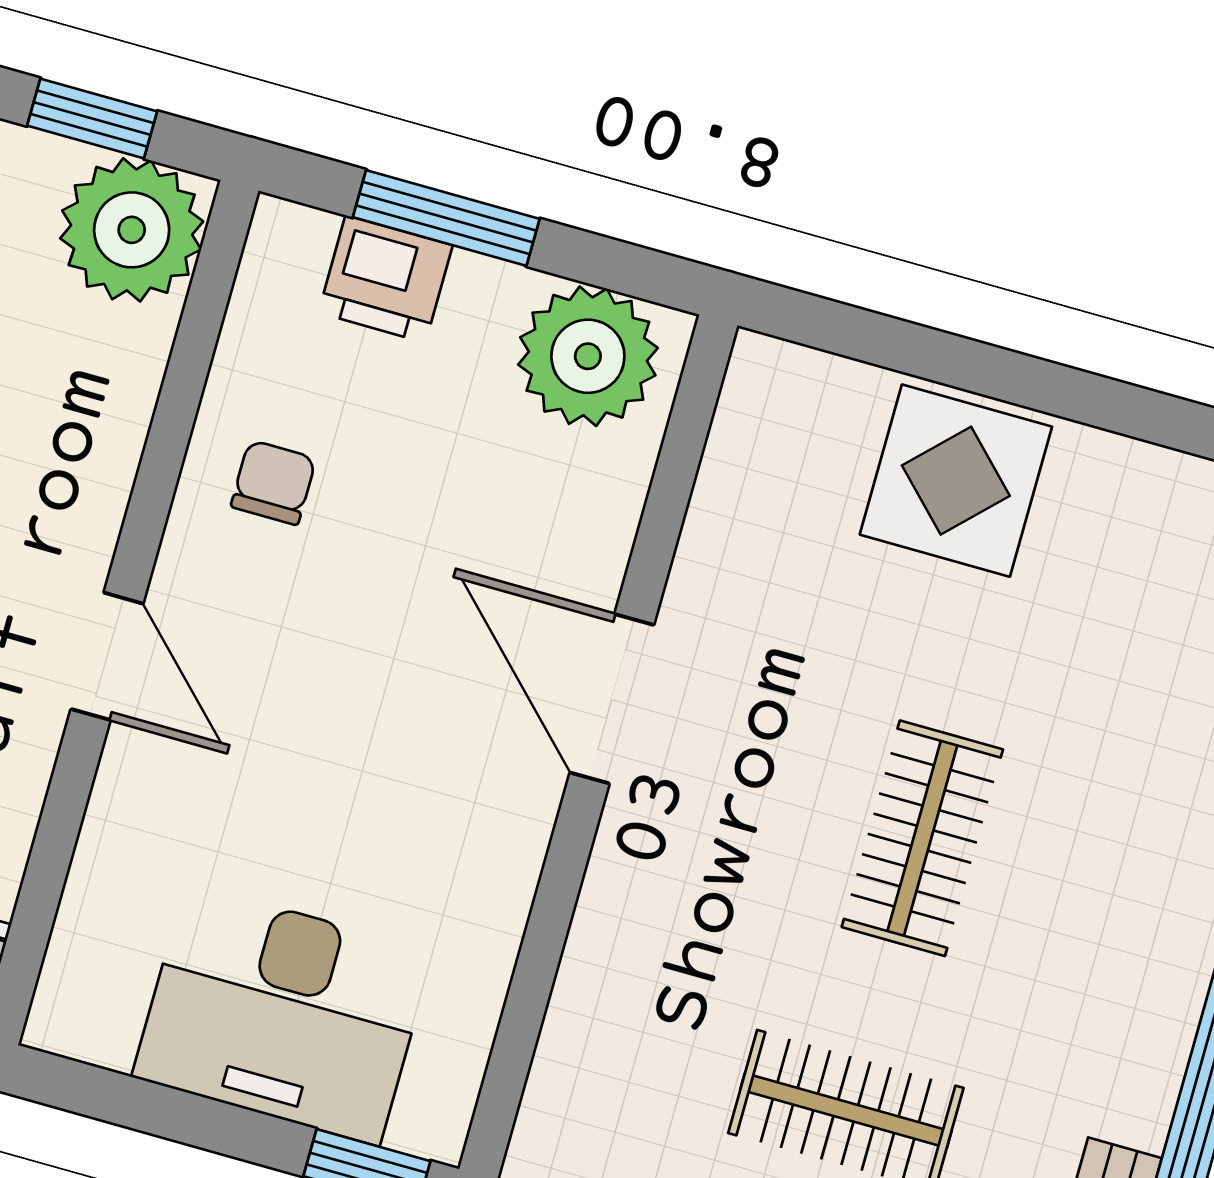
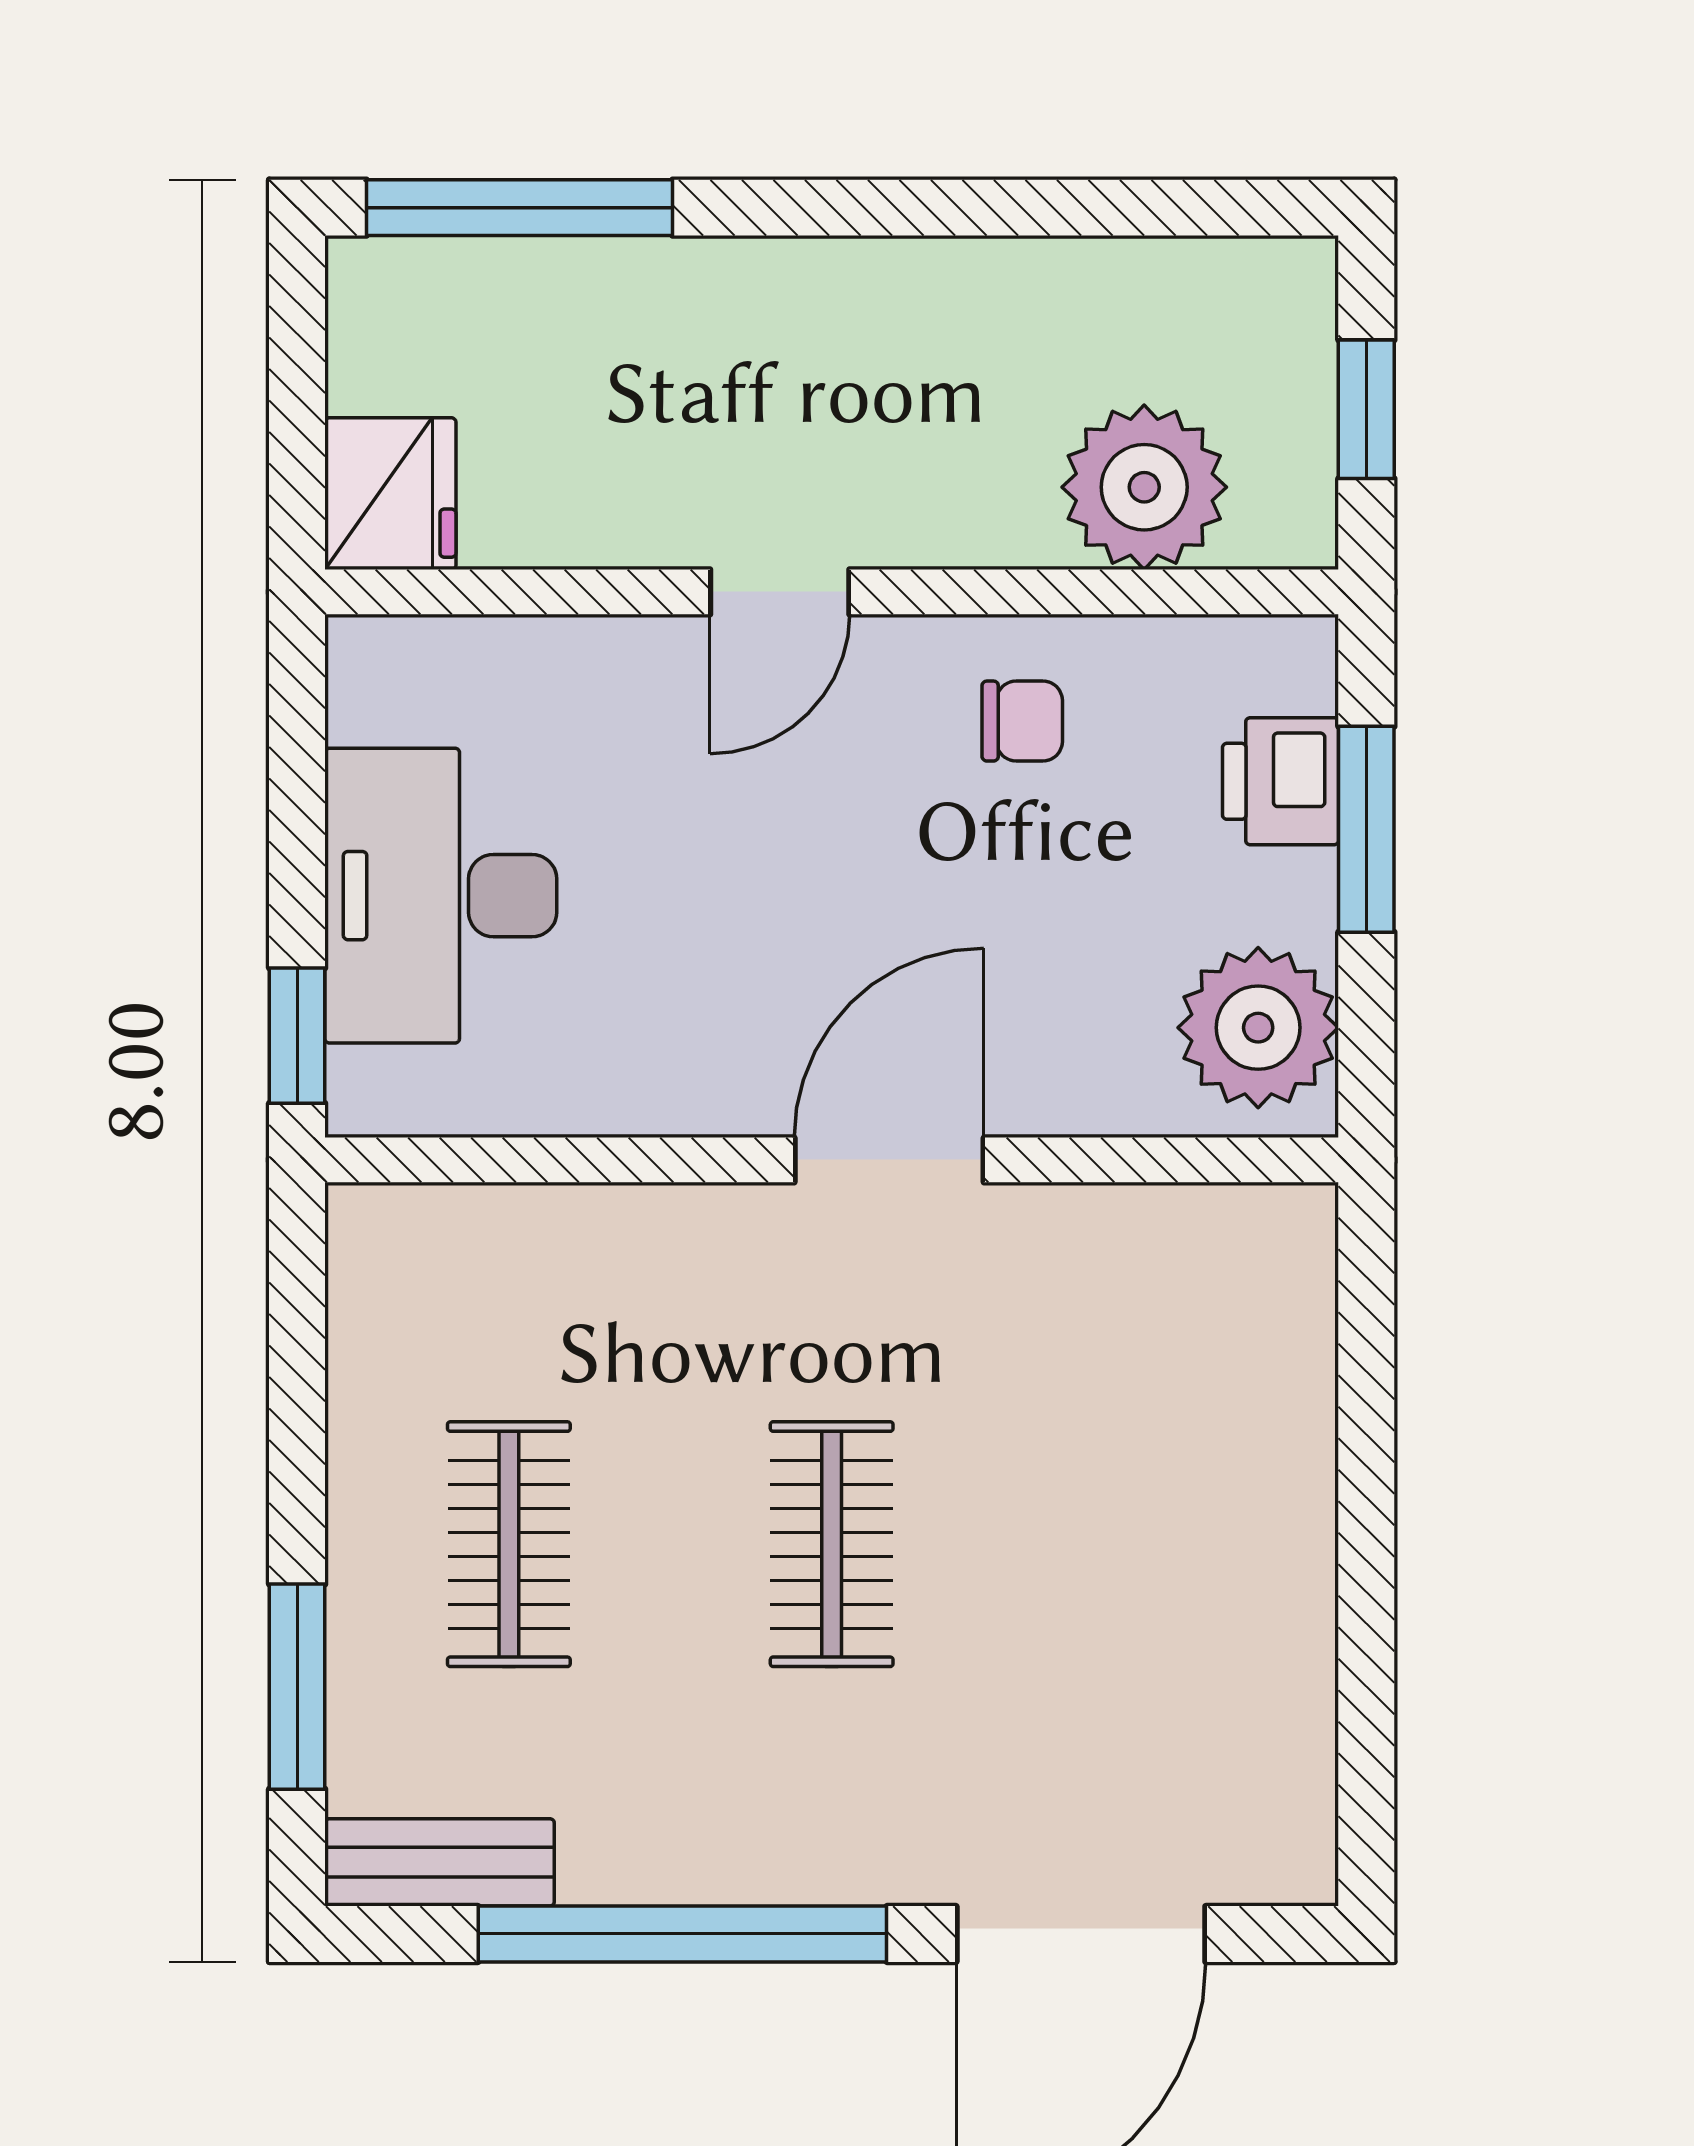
plant: (132, 230) -> (1144, 487), moved
display table: (956, 481) -> (1235, 1470), removed
clothes rail: (922, 838) -> (832, 1544), turned 90

